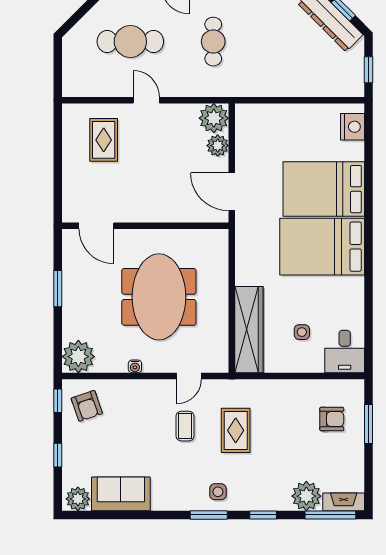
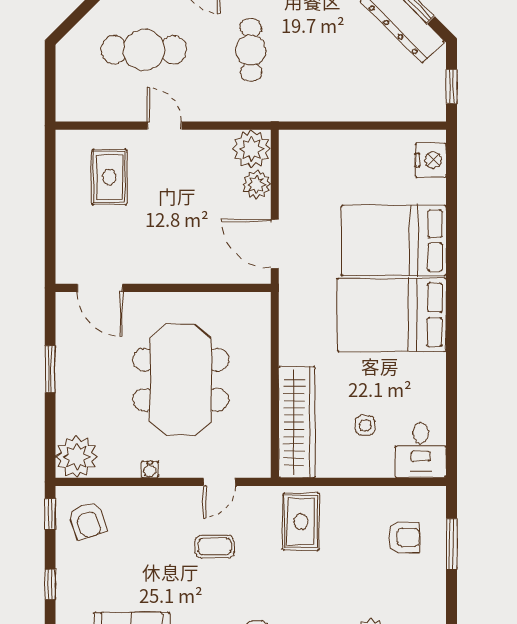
coffee table: (185, 426) -> (214, 547), turned 90
rug: (236, 430) -> (301, 522), moved

